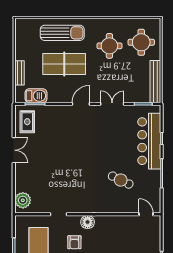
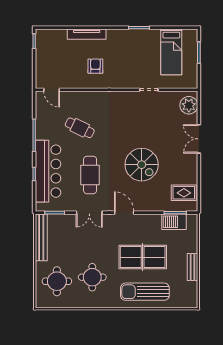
bench: (19, 73) -> (193, 267), moved
door: (81, 104) -> (124, 213), swing flipped
rug: (27, 122) -> (184, 193), turned 90
cafe table: (111, 138) -> (90, 175), added
spiral stairs: (65, 147) -> (142, 165), added
double door: (14, 150) -> (199, 139), moved
floor lamp: (88, 222) -> (117, 81), removed
armchair: (74, 242) -> (95, 66), moved

